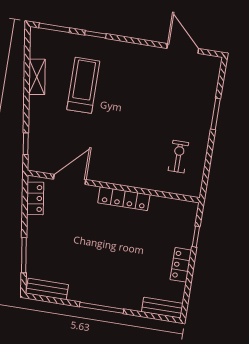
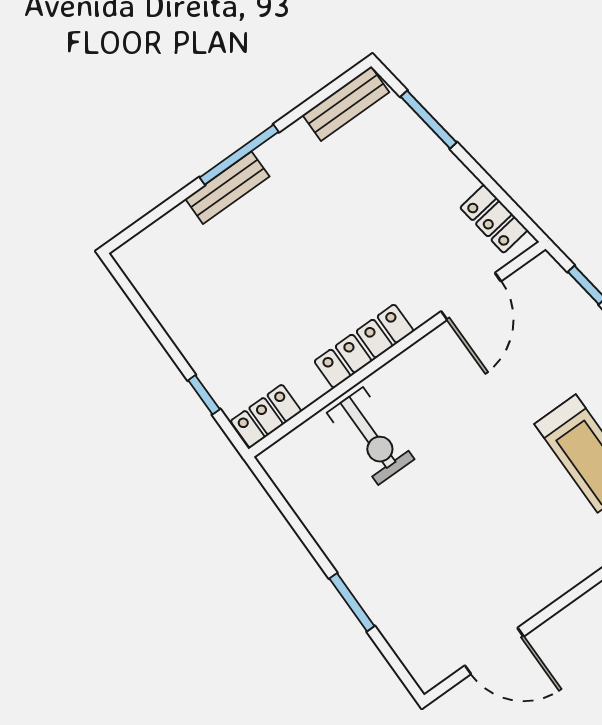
exercise bike: (178, 156) -> (371, 436), moved, width x1.38, depth x1.39
locker: (181, 265) -> (266, 416), moved, turned -90
bench: (162, 308) -> (227, 188), moved

